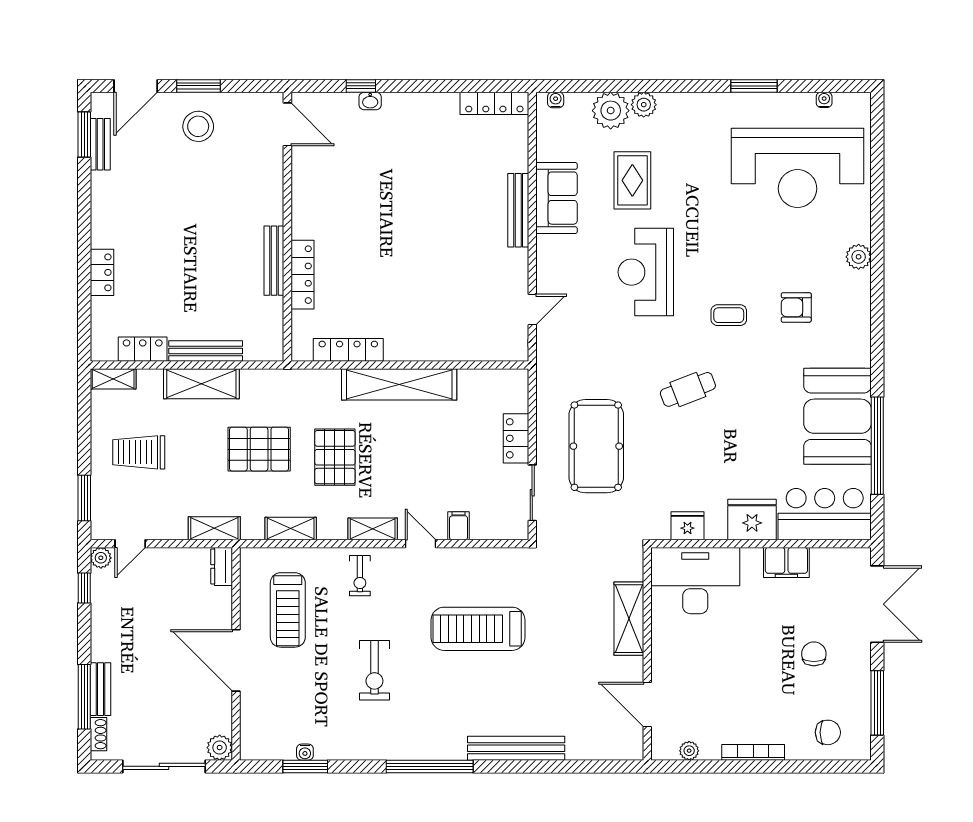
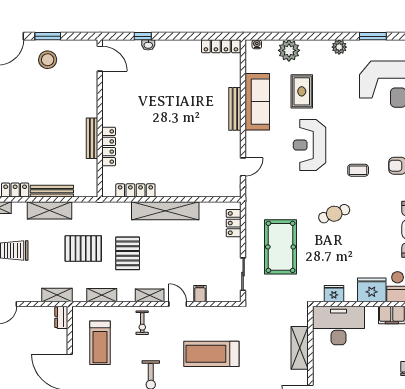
plant: (644, 105) -> (339, 47), moved
sofa: (556, 198) -> (257, 102), width x1.36
locker: (516, 438) -> (234, 223), moved

